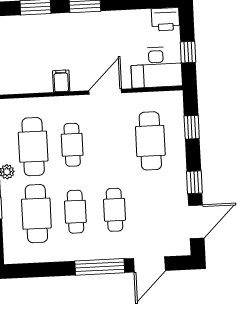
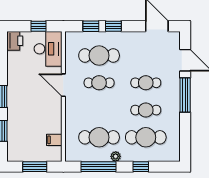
filing cabinet: (61, 81) -> (54, 140), moved
cafe table: (72, 145) -> (99, 83), moved
window: (194, 182) -> (113, 26), moved

